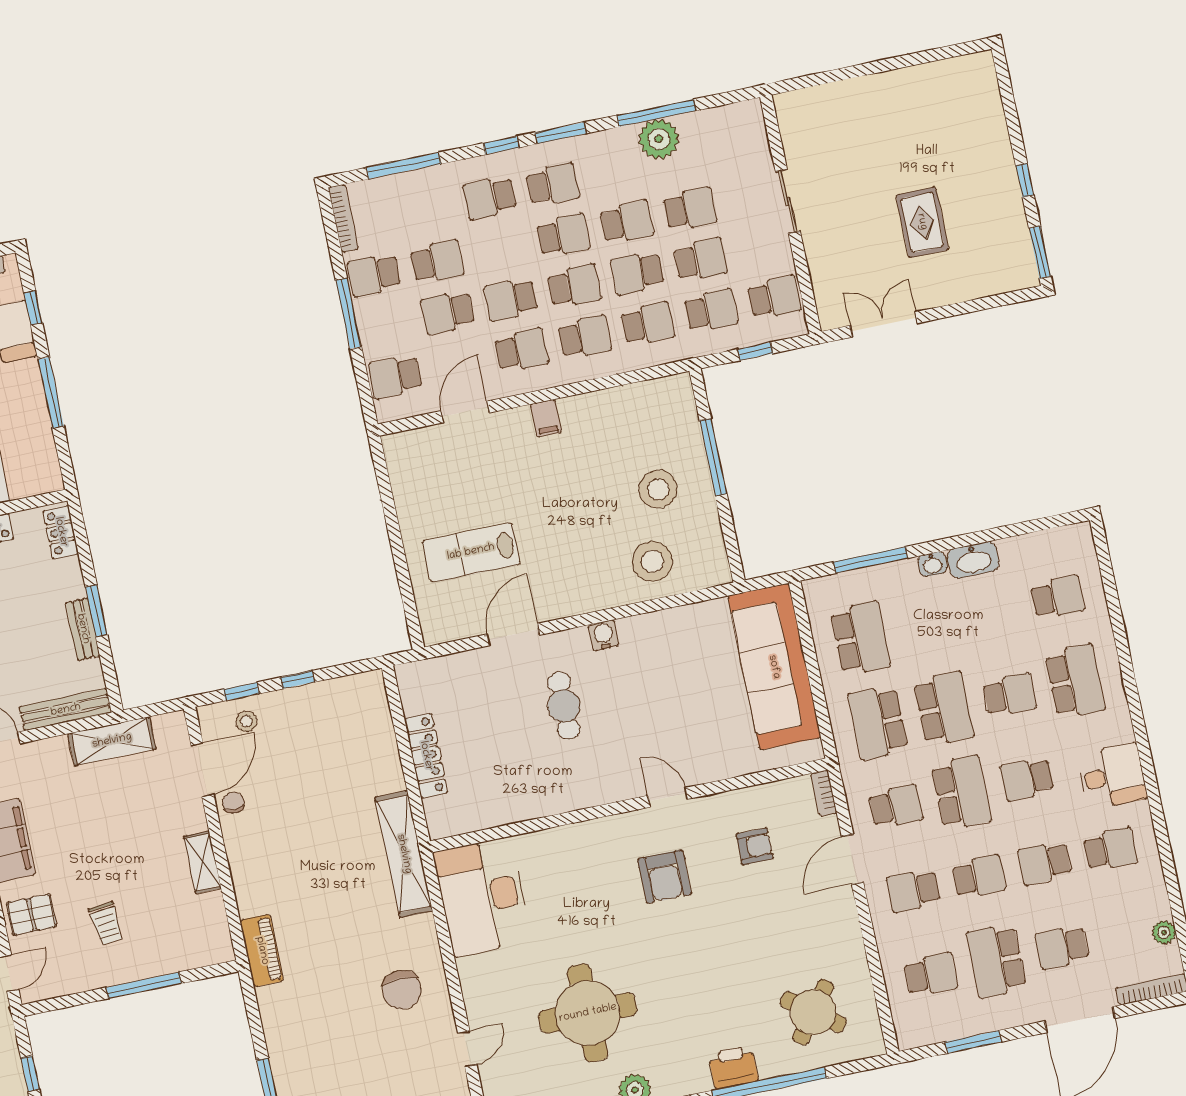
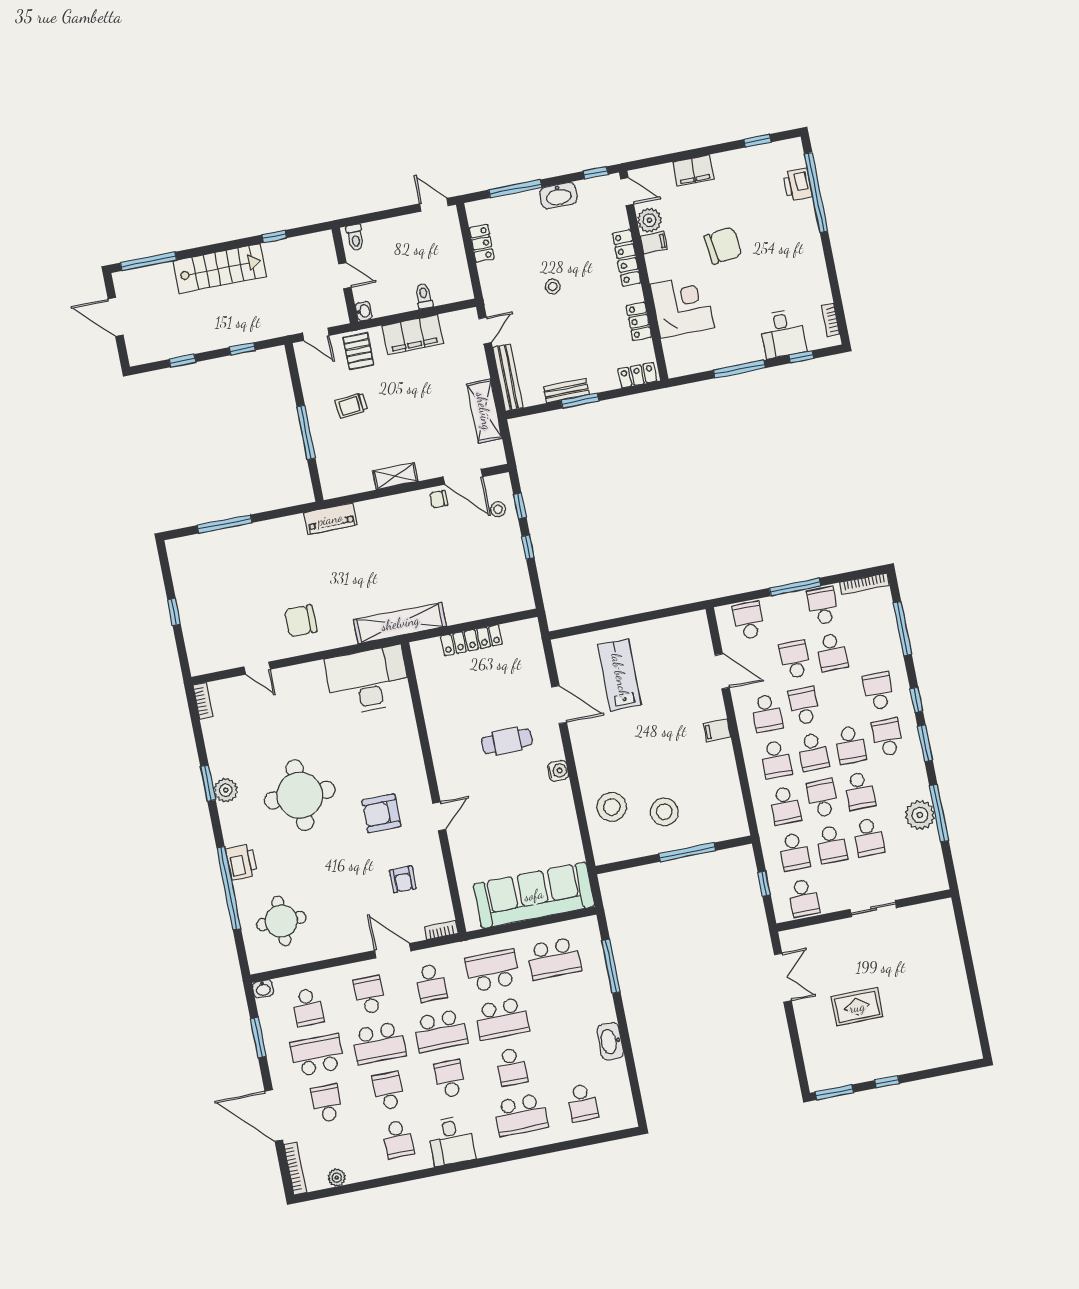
school desk: (553, 185) -> (887, 737), turned 180
washbasin: (932, 564) -> (263, 989), moved, turned -90
chair: (233, 803) -> (439, 499), turned 180
school desk: (979, 877) -> (379, 1043), width x1.85
round table: (813, 1012) -> (281, 921), turned -37
round table: (588, 1013) -> (300, 795), moved

